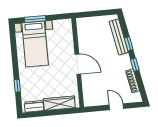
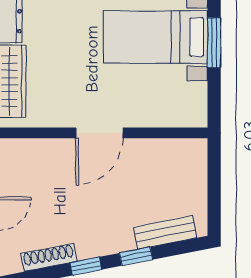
bench: (119, 37) -> (165, 232), width x0.73

